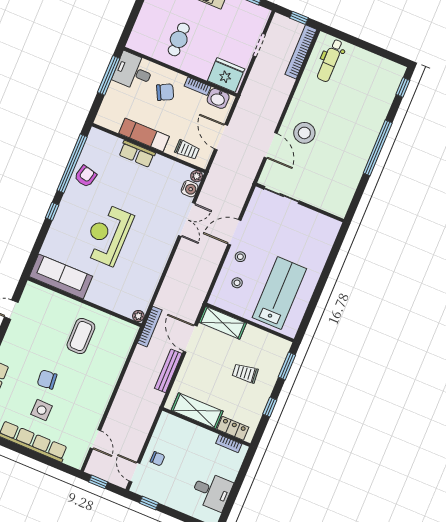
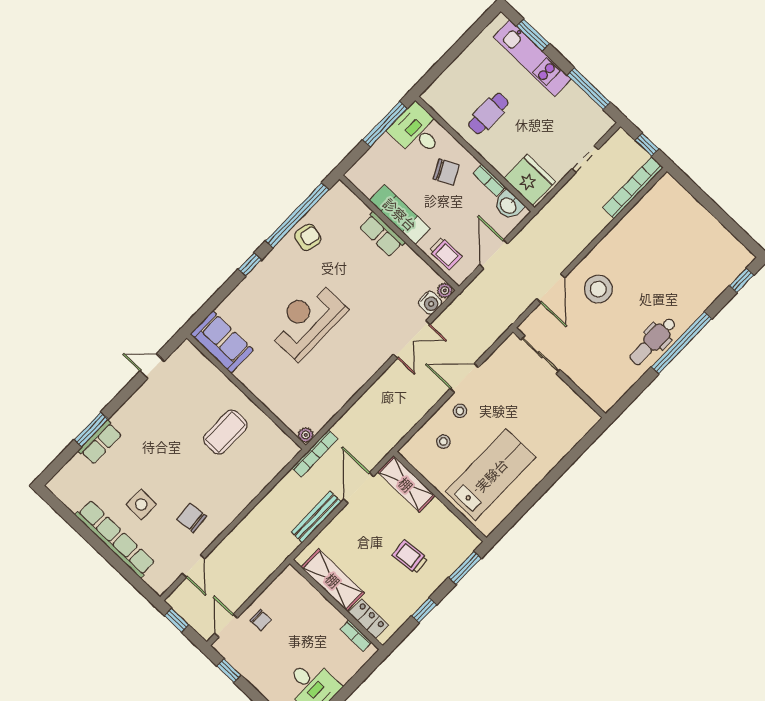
dental chair: (330, 60) -> (653, 341), moved
sofa: (61, 276) -> (222, 342), width x0.73
chair: (47, 380) -> (192, 518), moved

